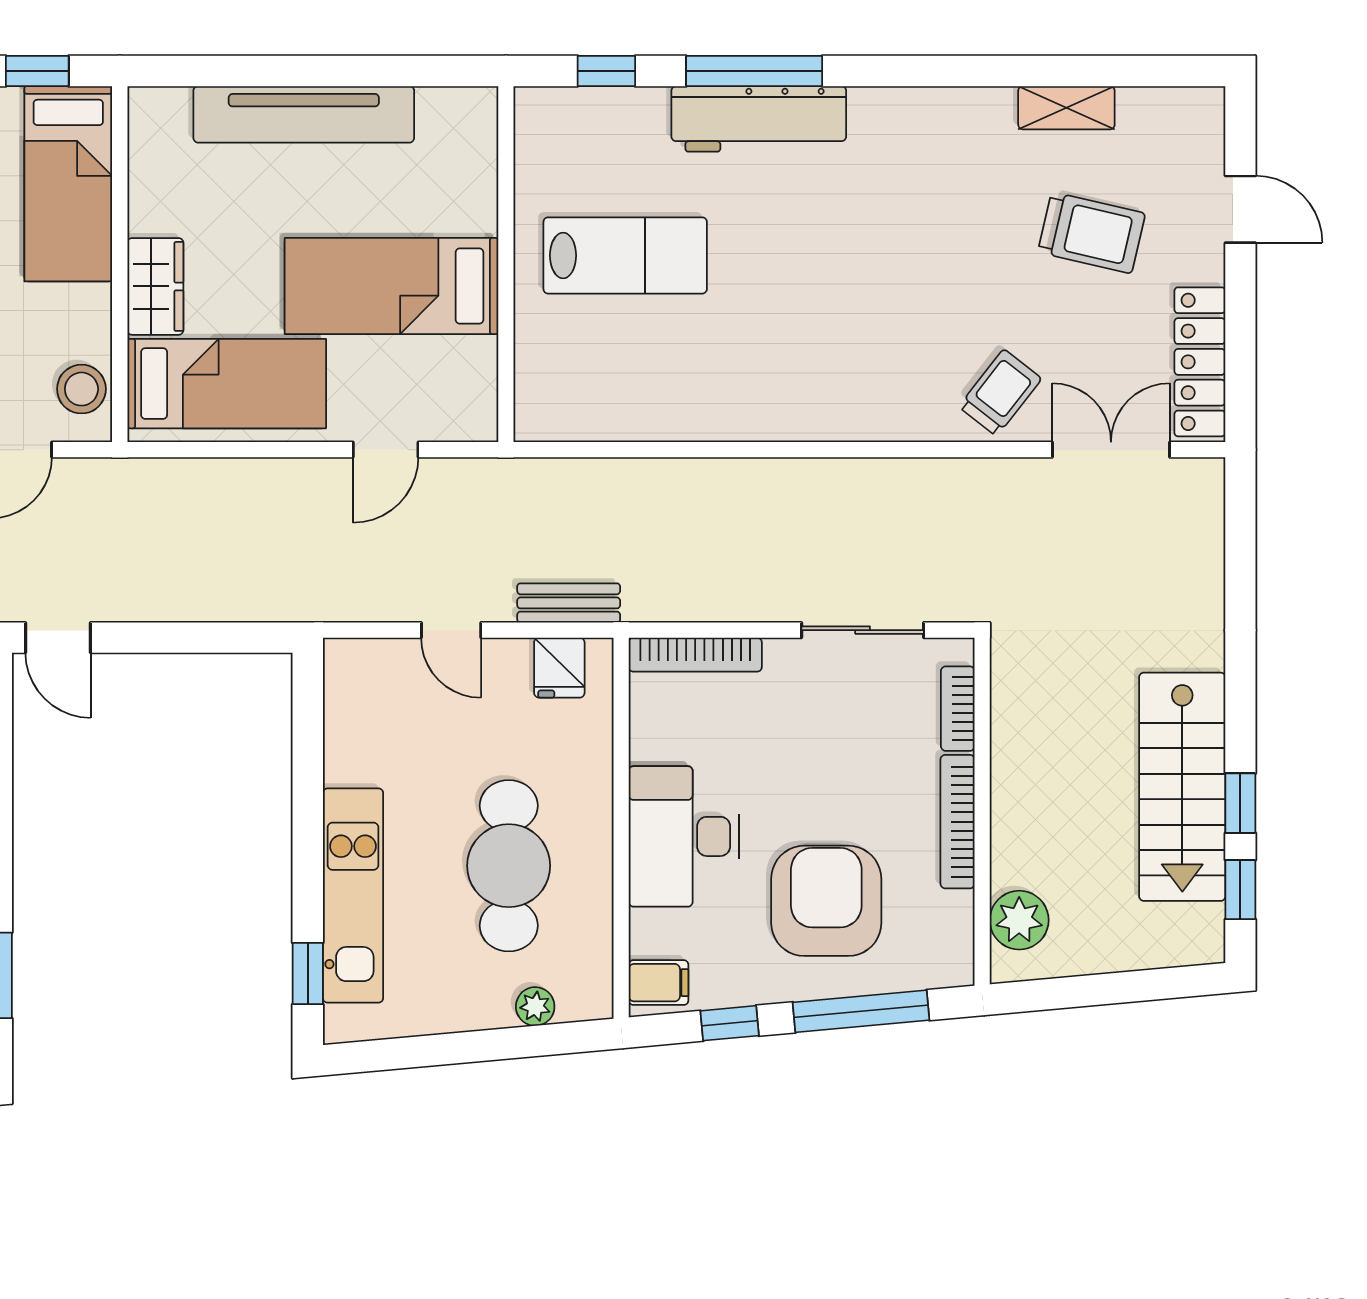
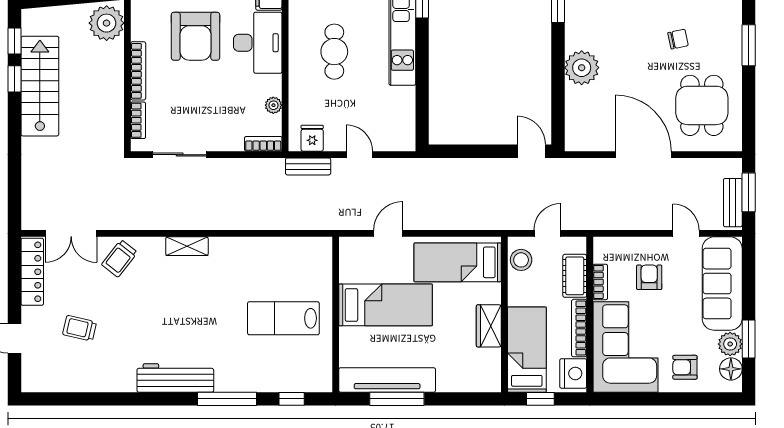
window: (366, 71) -> (397, 399), added
shelving: (1066, 108) -> (187, 246), moved
tv unit: (304, 114) -> (387, 380), moved
workbench: (759, 119) -> (175, 378), moved
trolley: (1092, 233) -> (80, 328), width x0.73, depth x0.72
wardrobe: (155, 286) -> (489, 326), moved
bookcase: (695, 655) -> (263, 144), width x0.64
plant: (648, 743) -> (273, 105), added
desk: (684, 836) -> (258, 43), moved
cafe table: (509, 866) -> (334, 52), width x0.73, depth x0.74
plant: (1019, 920) -> (107, 23), width x1.36, depth x1.36

